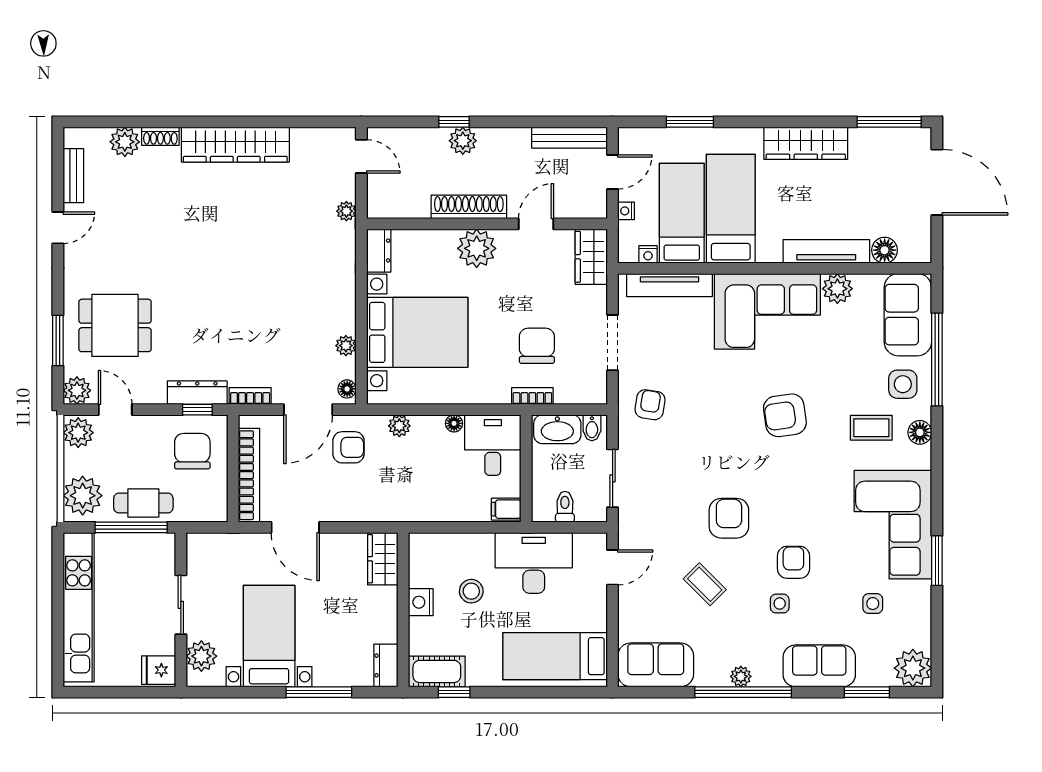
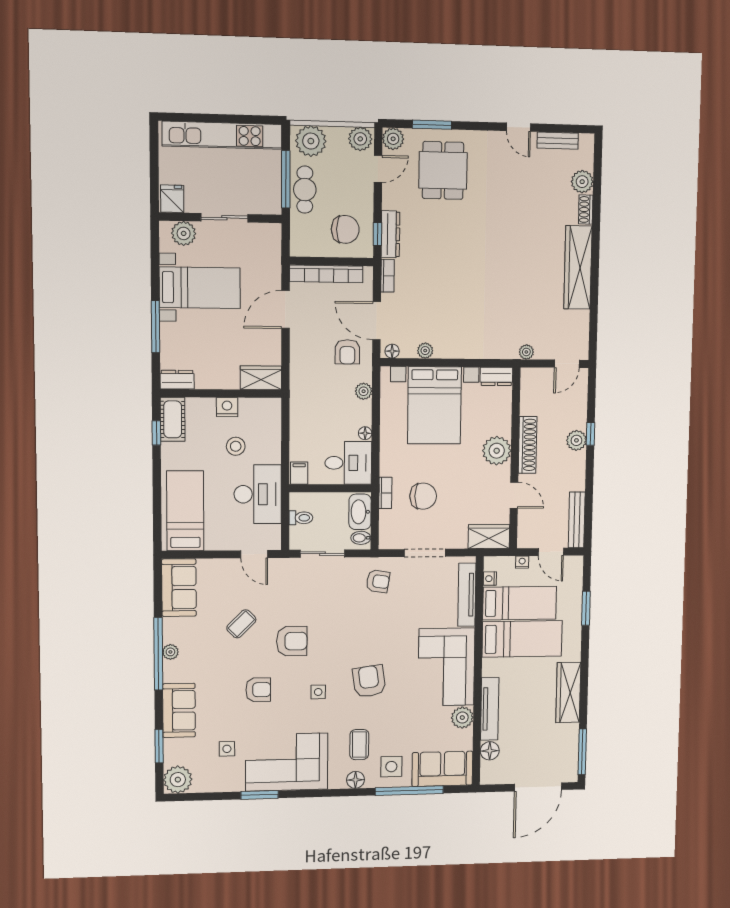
side table: (780, 604) -> (318, 692), moved

